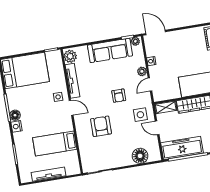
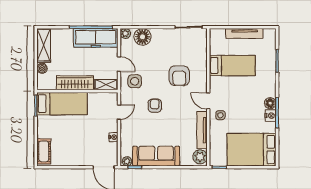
plant: (142, 71) -> (125, 34), moved
nightstand: (17, 126) -> (271, 116), moved

